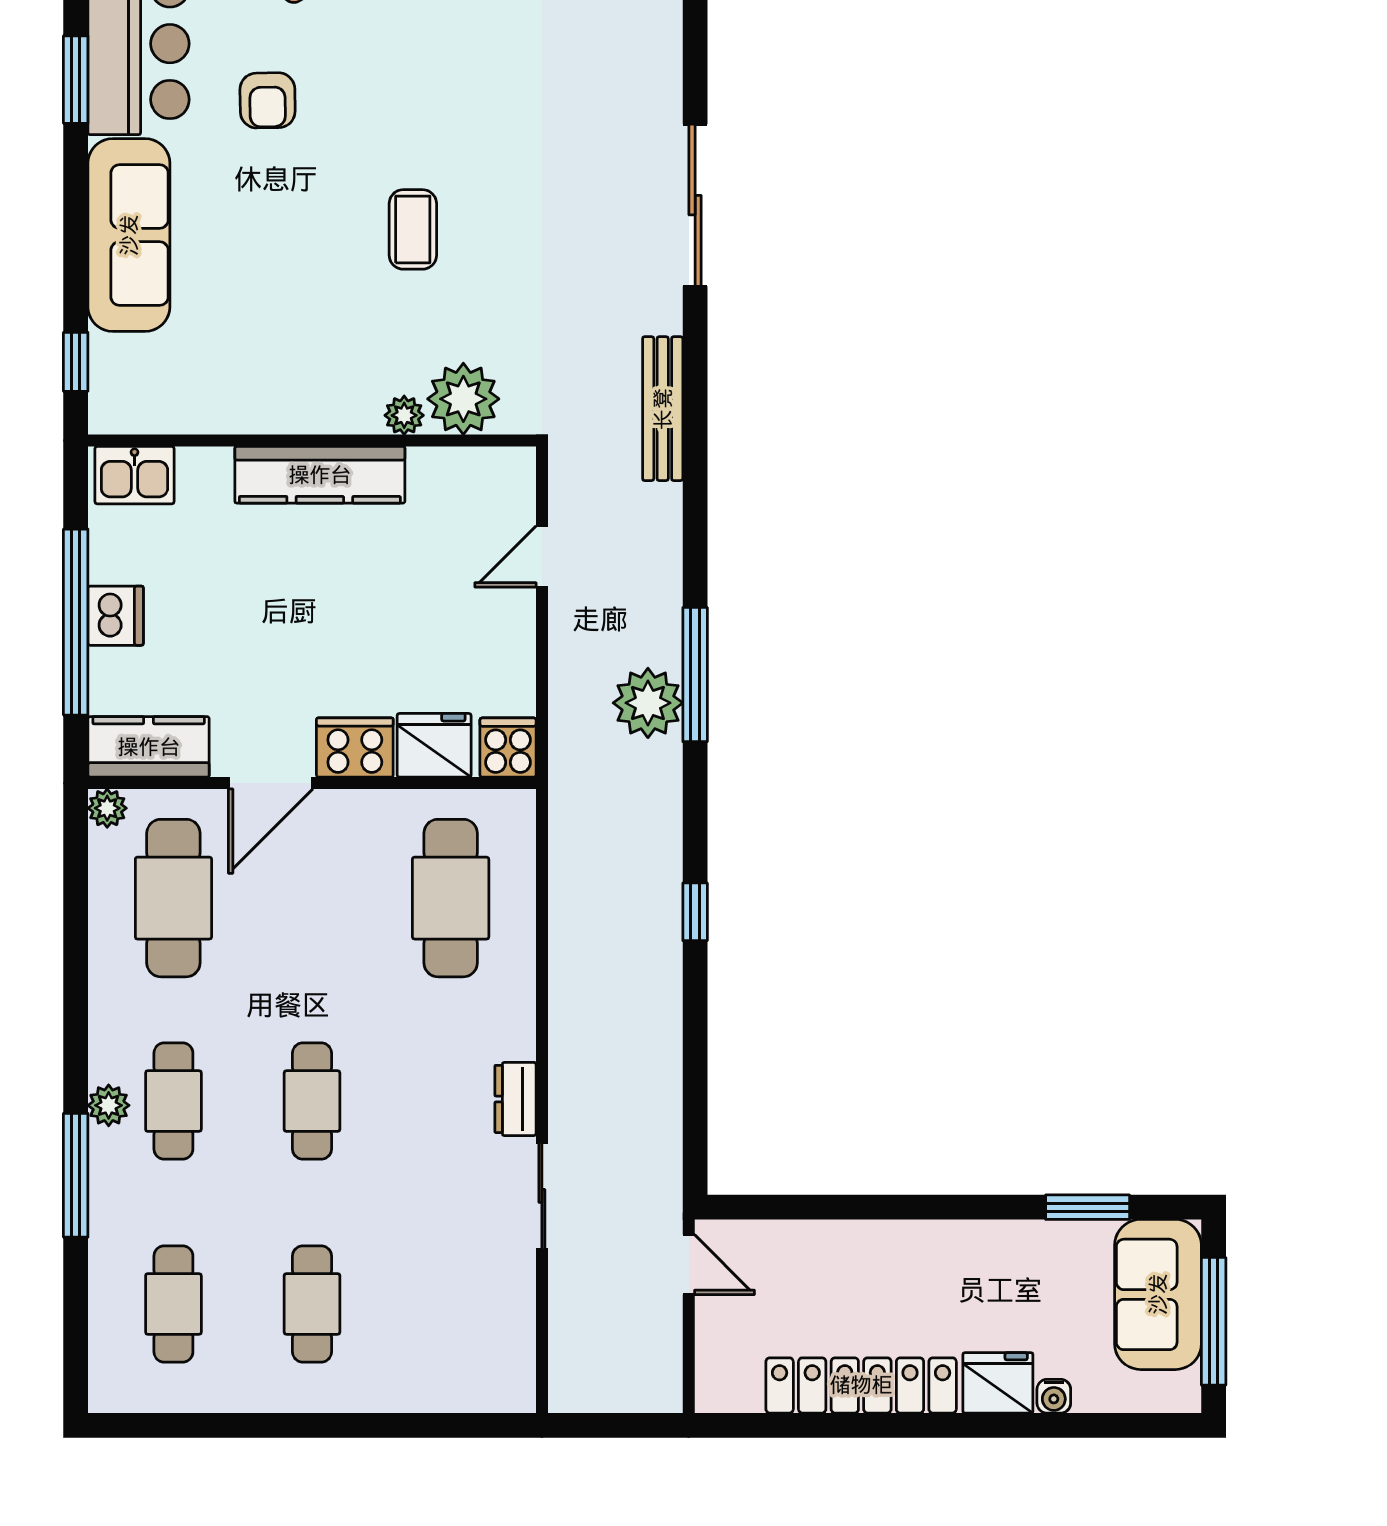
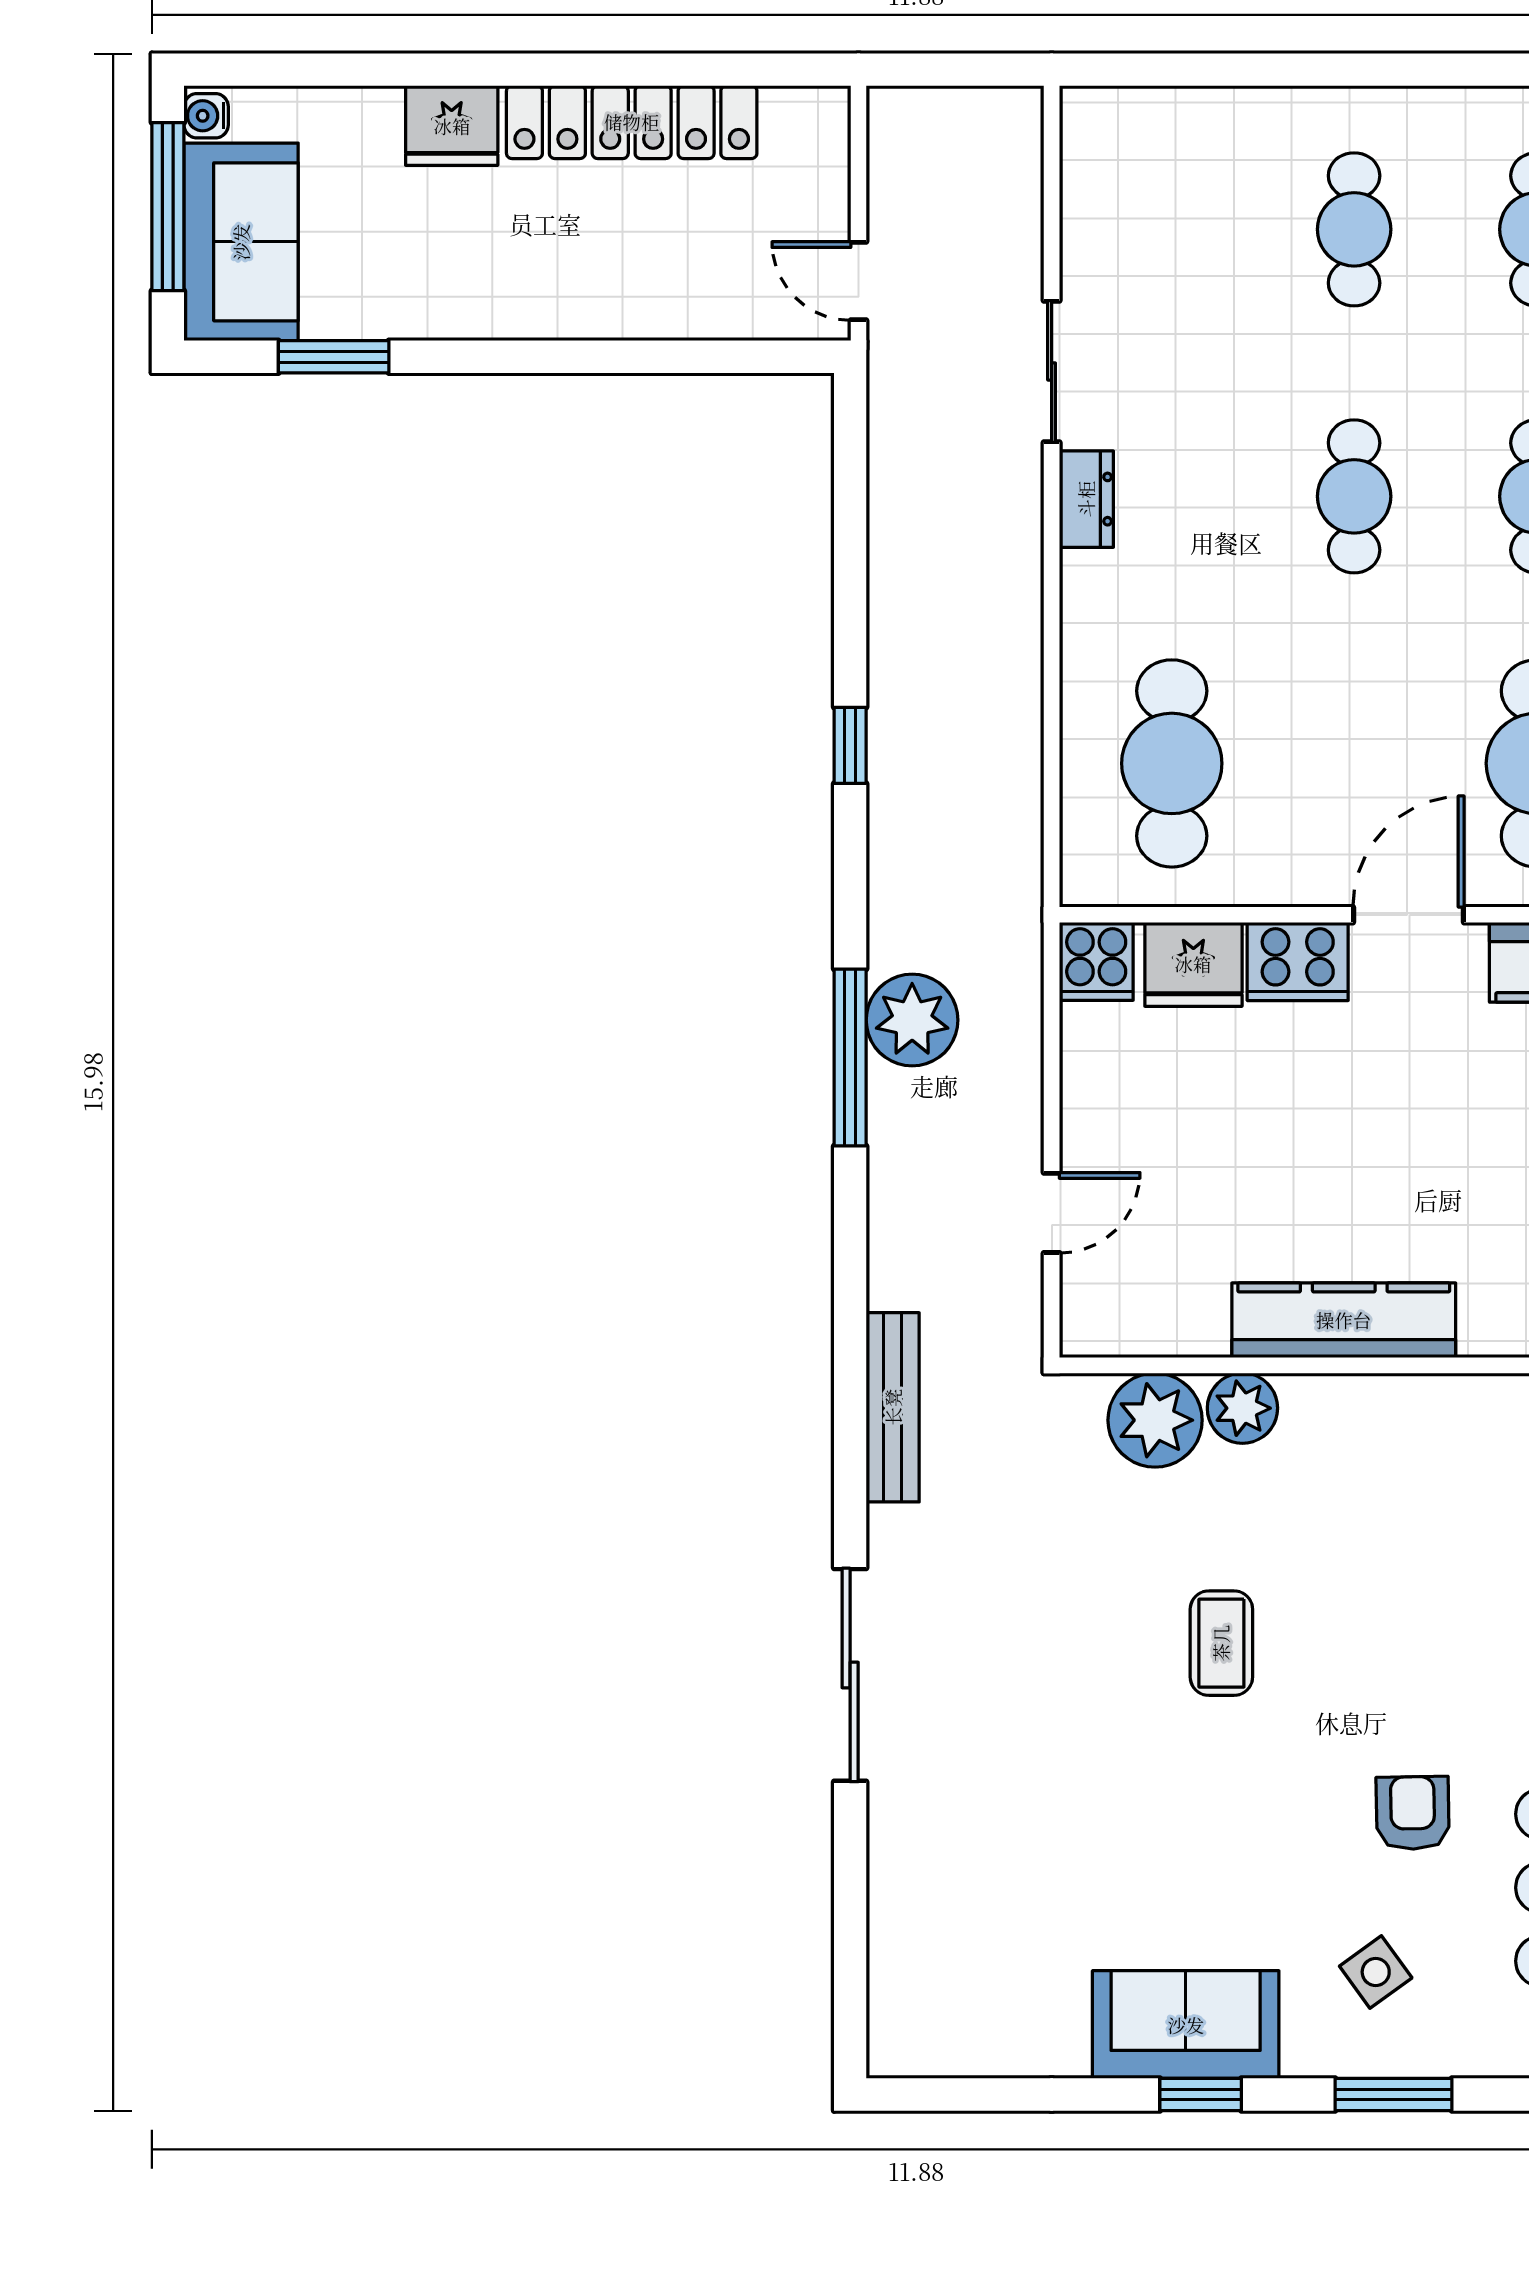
plant: (404, 415) -> (1242, 1408), width x1.38, depth x1.38
water cooler: (1054, 1396) -> (206, 116), moved, turned -90

